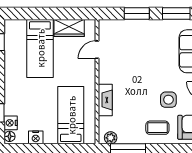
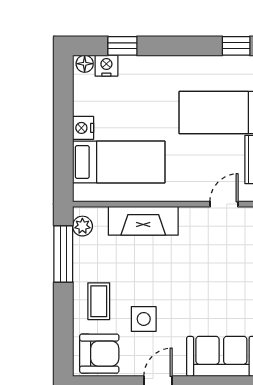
door: (97, 50) -> (224, 204), hinge flipped
fireplace: (105, 100) -> (143, 221), width x1.37, depth x1.32
nightstand: (36, 137) -> (83, 128), moved

